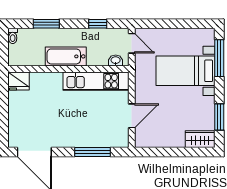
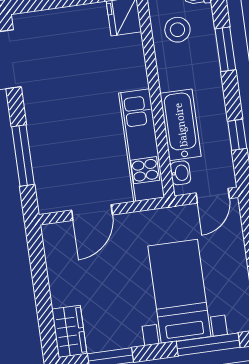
stool: (31, 50) -> (177, 30), added
bathtub: (66, 56) -> (181, 125), moved
door: (132, 116) -> (92, 213), hinge flipped

